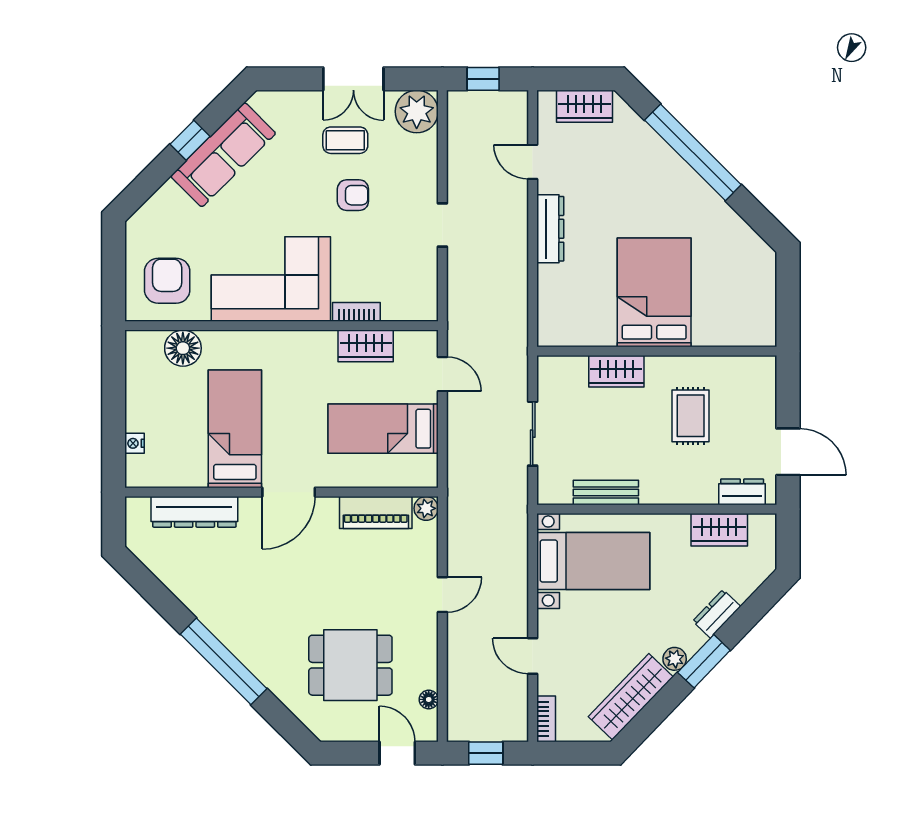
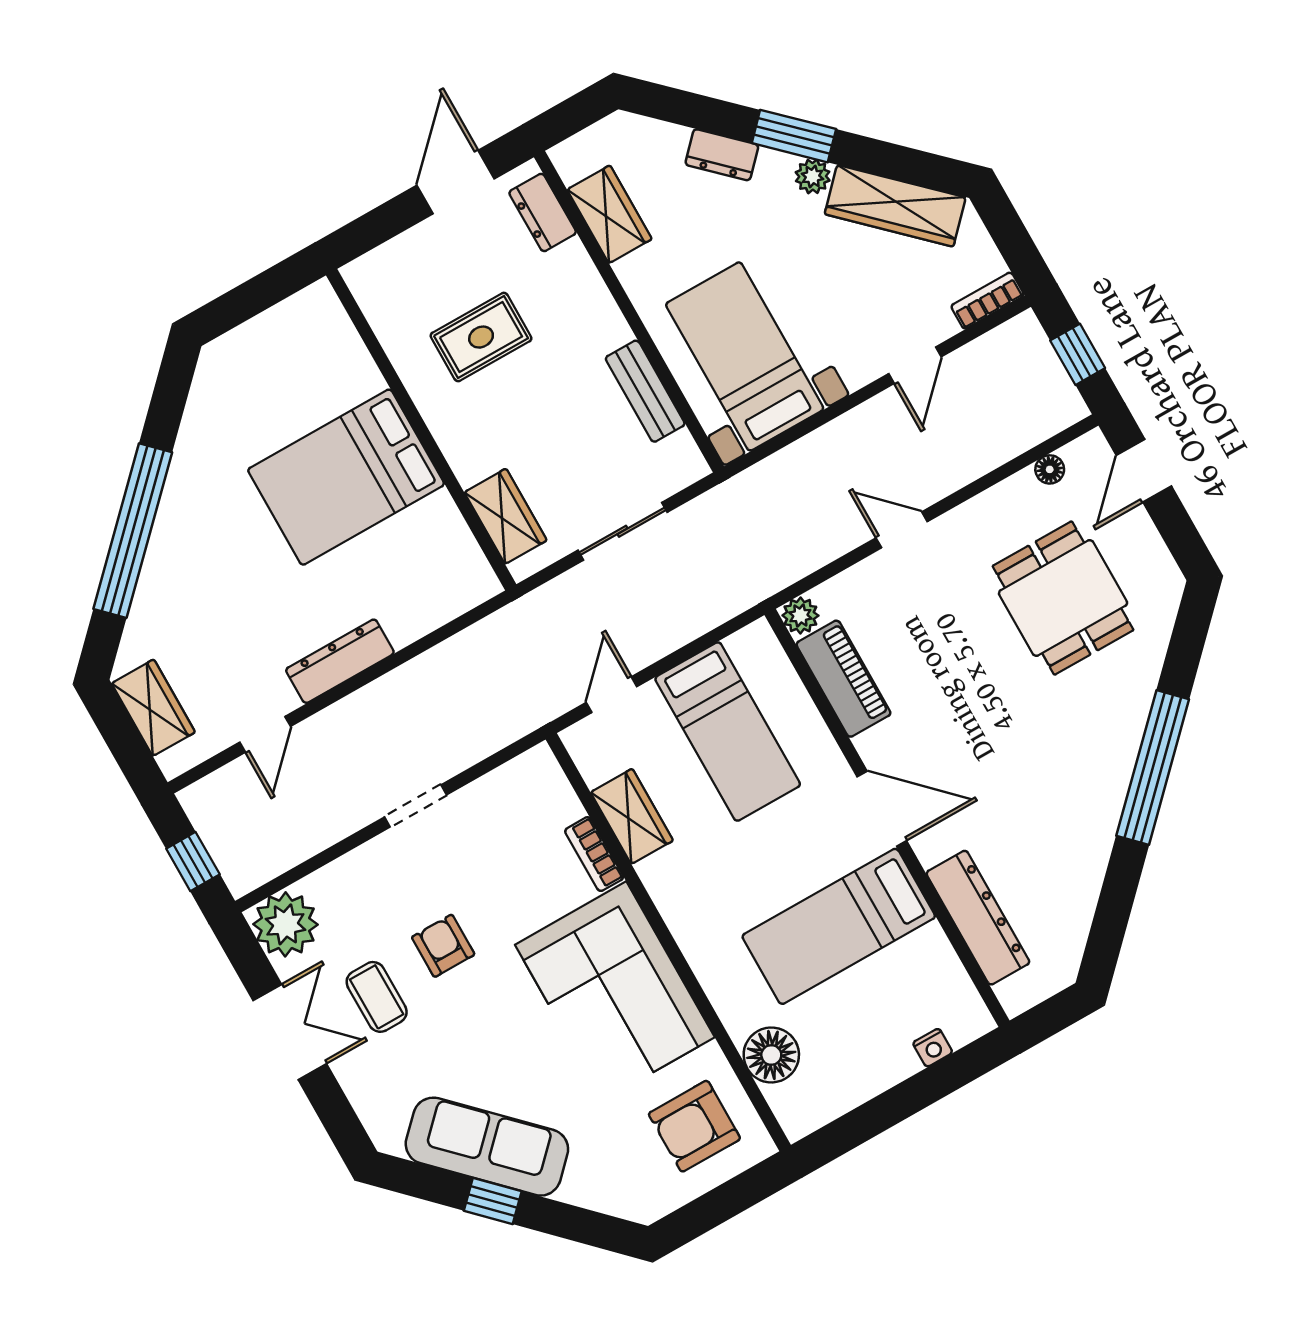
wardrobe: (616, 371) -> (505, 516), moved

